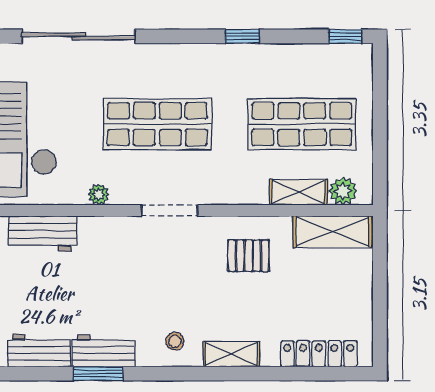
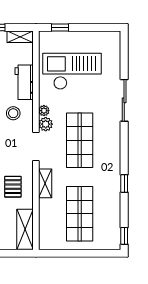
sliding door: (78, 36) -> (124, 100), width x0.73
plant: (343, 191) -> (46, 124), moved
shelving: (298, 192) -> (45, 183), moved
stool: (104, 255) -> (13, 113), added

